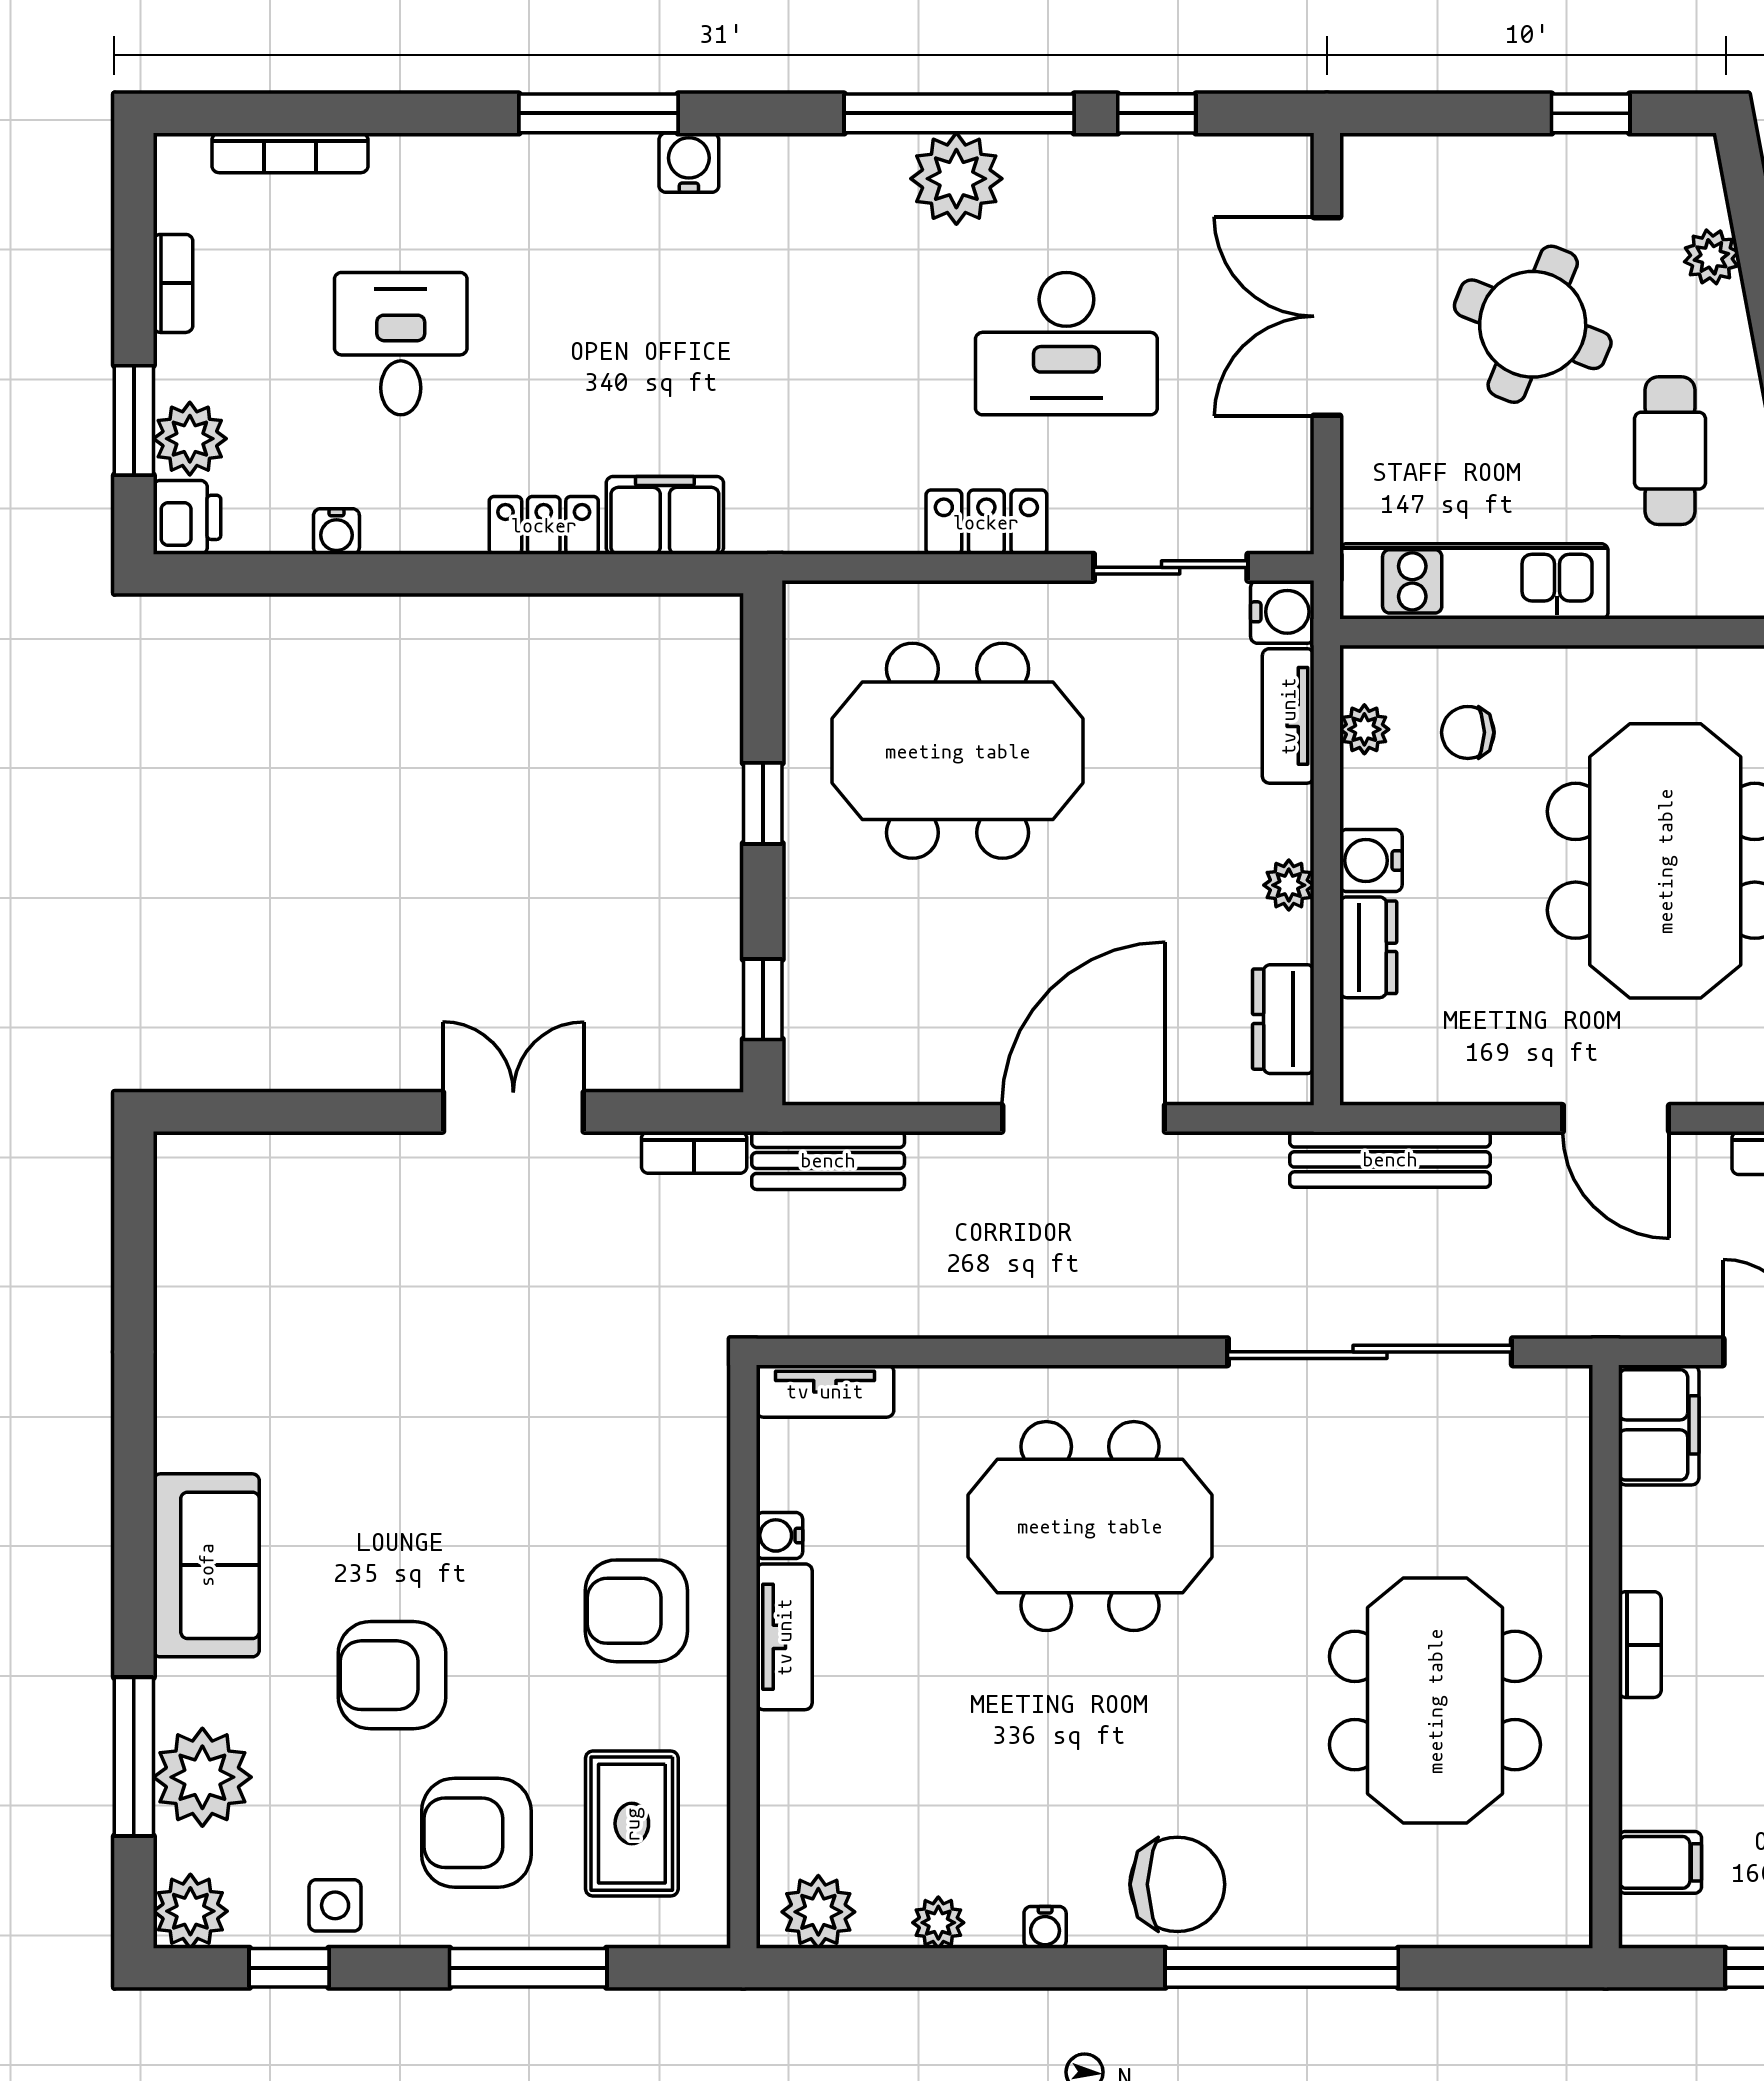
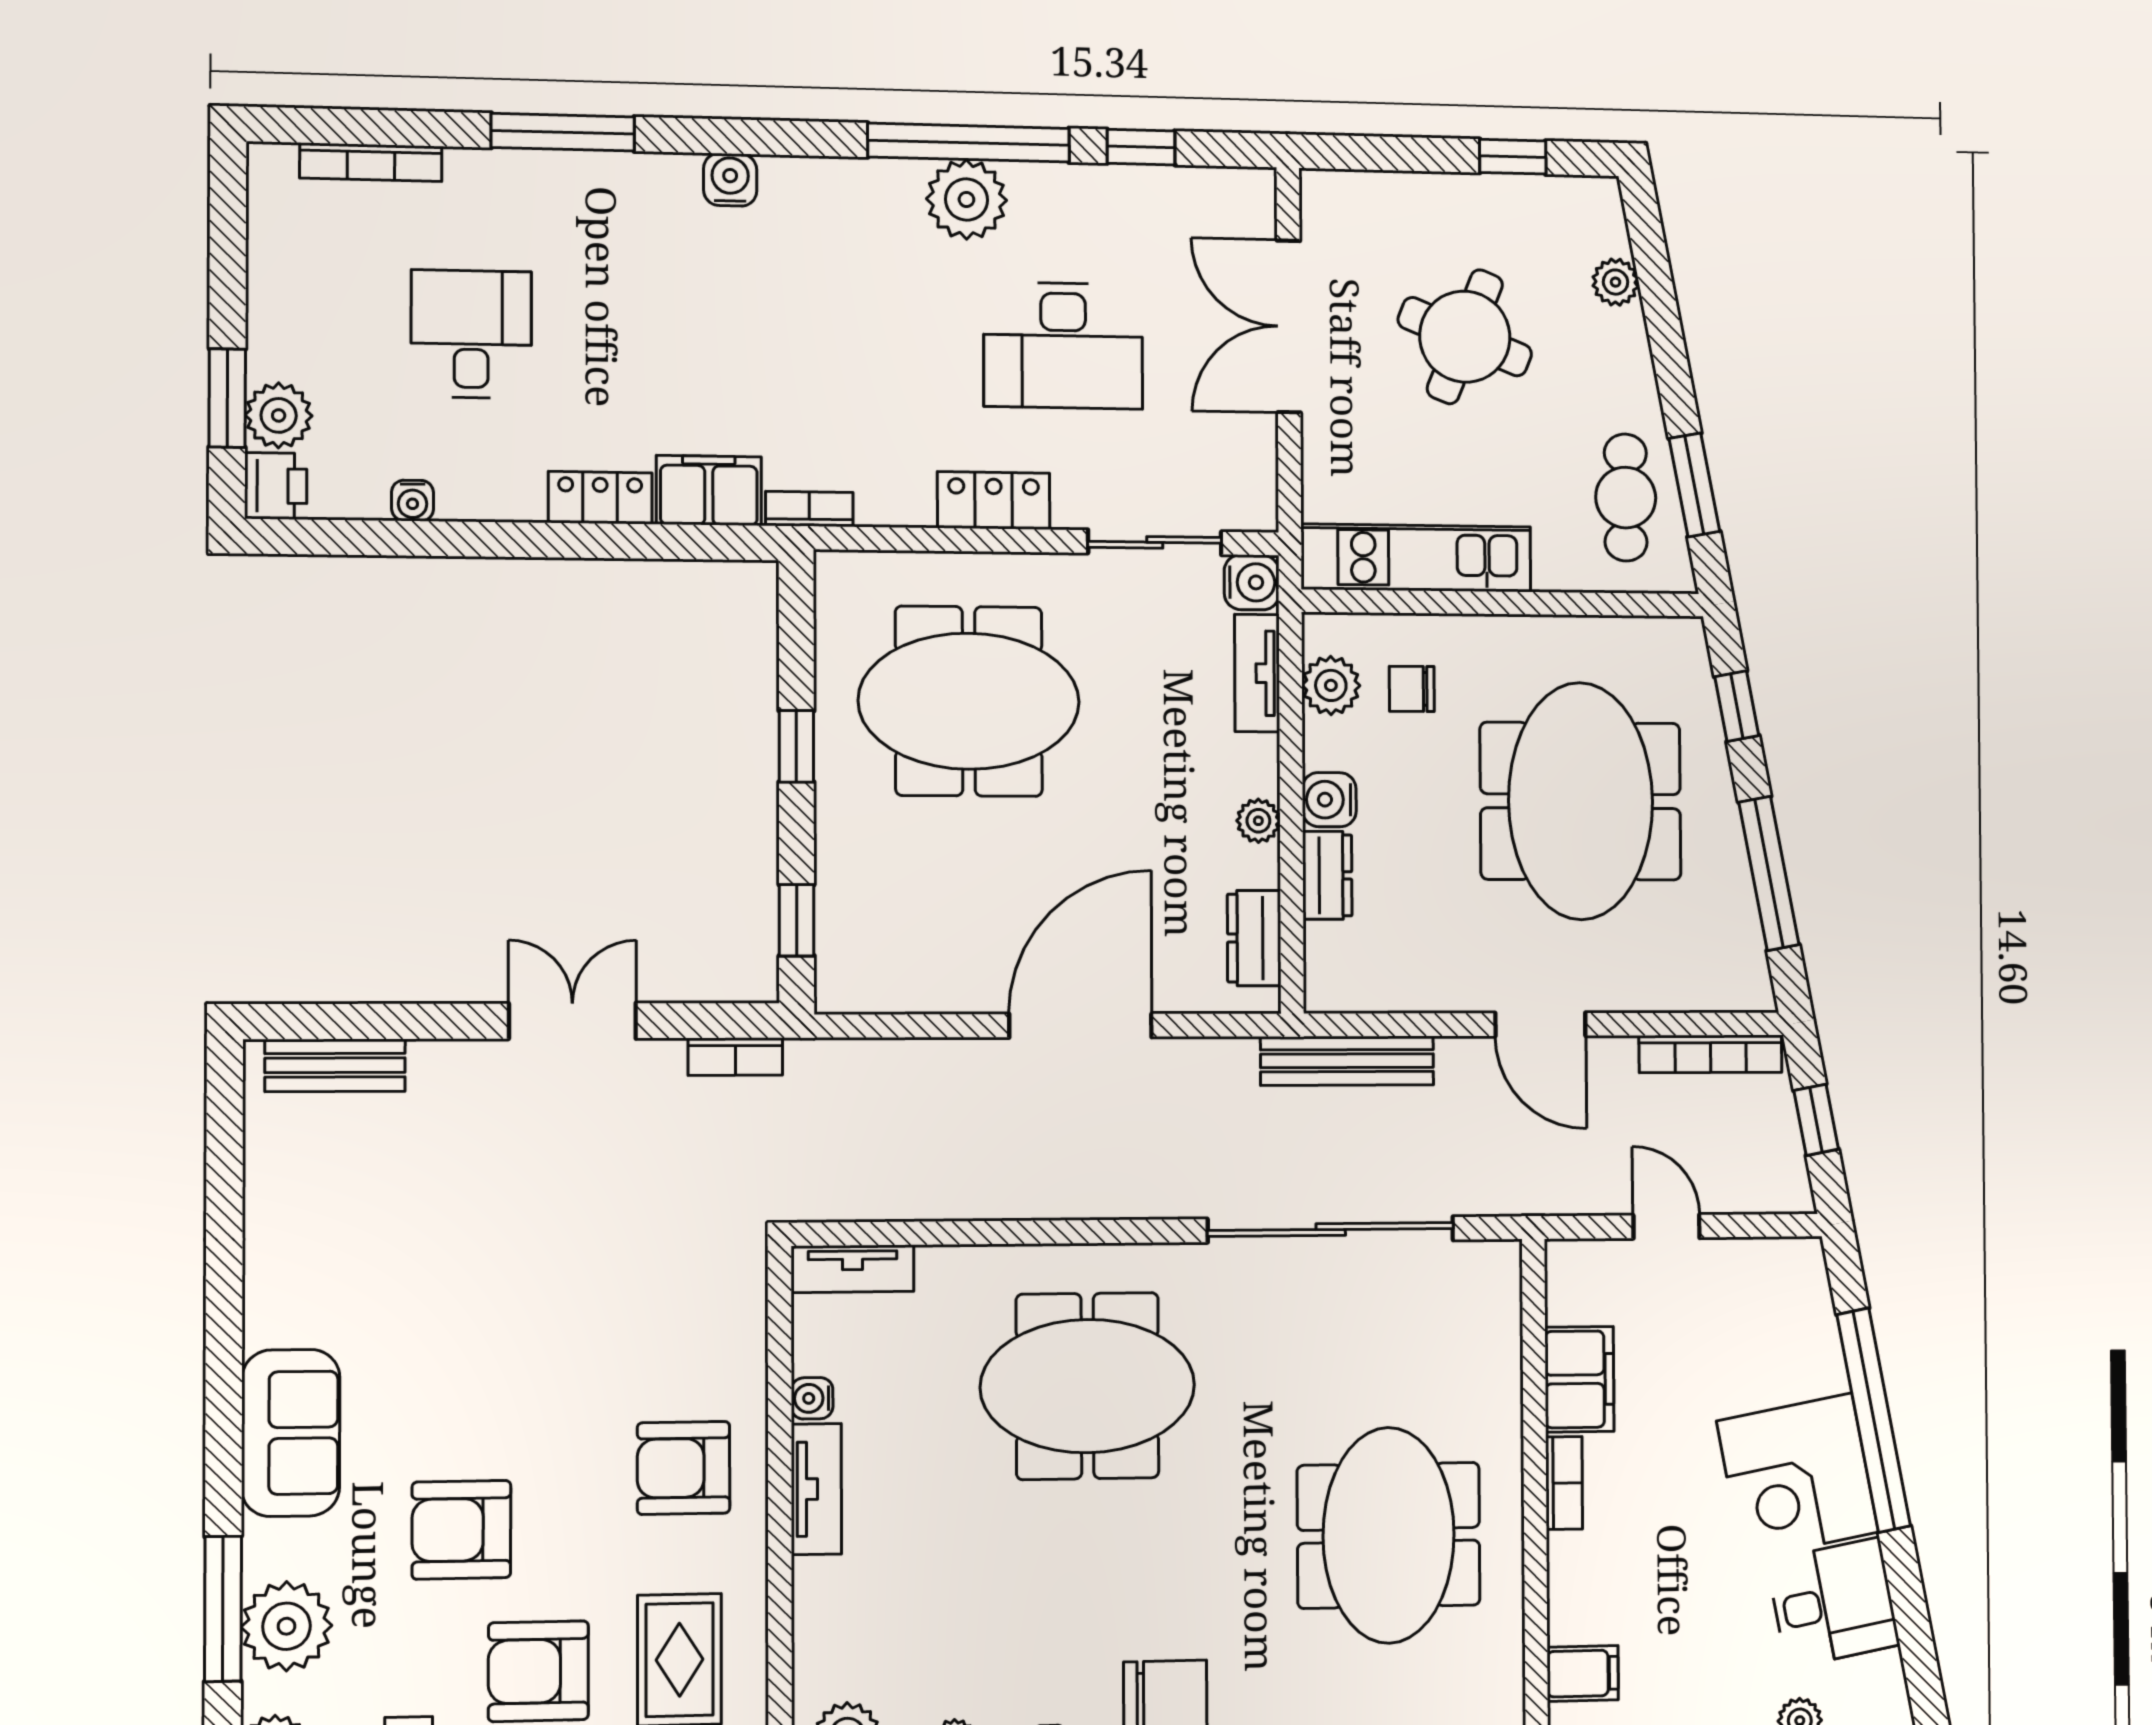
window: (598, 113) -> (563, 132), moved
bookcase: (173, 283) -> (809, 509), moved, turned -90
cafe table: (1670, 451) -> (1626, 498), moved
plant: (1364, 729) -> (1331, 685), width x1.38, depth x1.38
bench: (828, 1160) -> (335, 1065), moved
filing cabinet: (1659, 1425) -> (1579, 1379), moved

